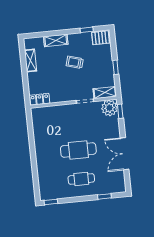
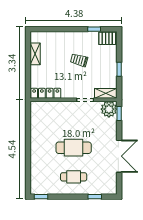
shelving: (56, 40) -> (62, 37), removed
locker: (40, 99) -> (46, 93), width x1.53
double door: (125, 154) -> (119, 156), swing flipped

